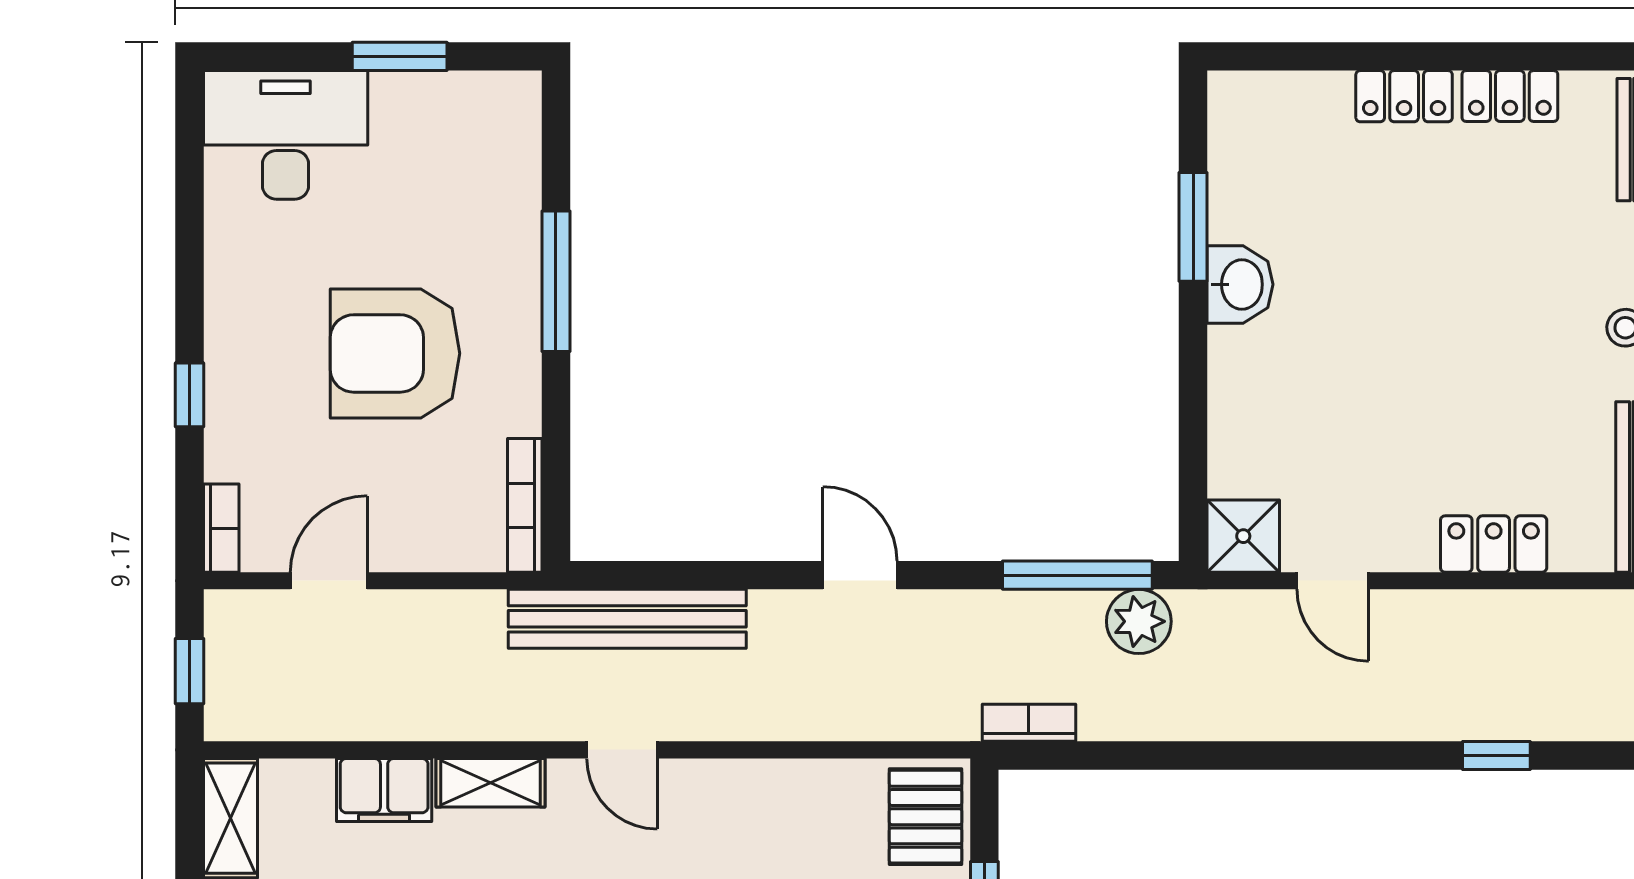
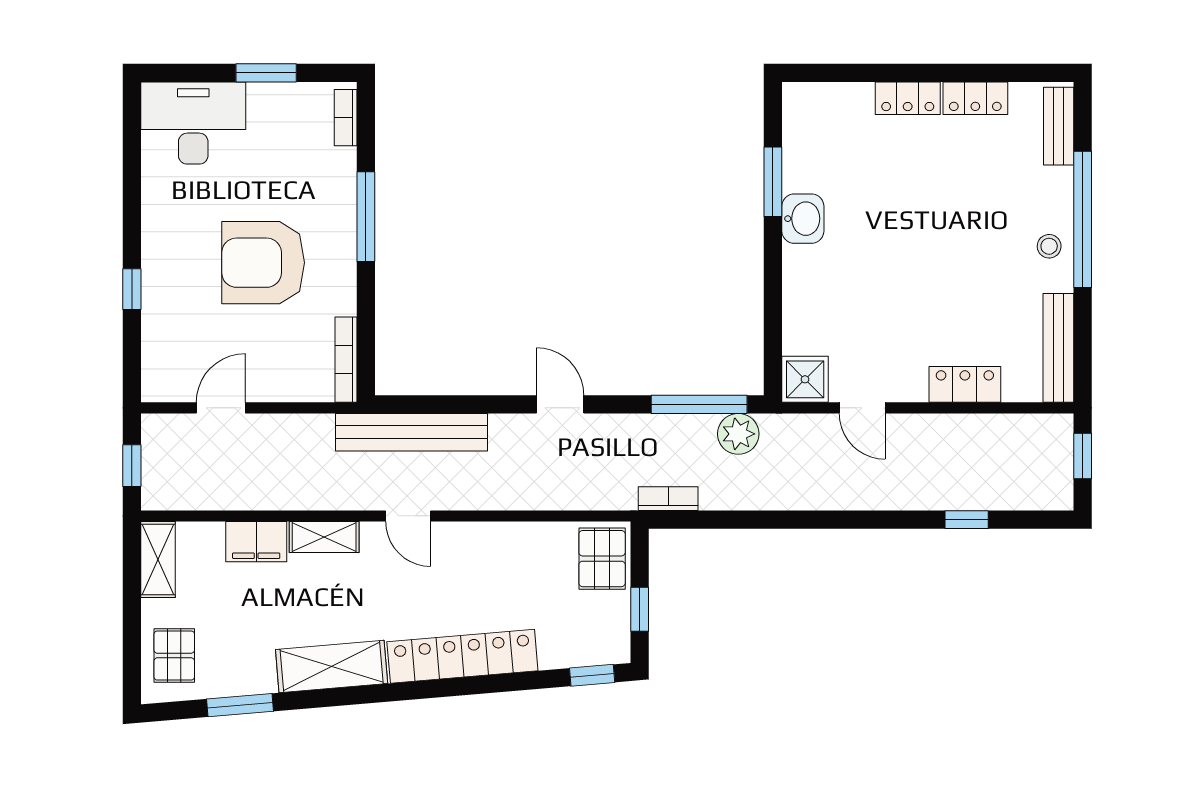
bookcase: (221, 528) -> (346, 118), moved, turned 180

